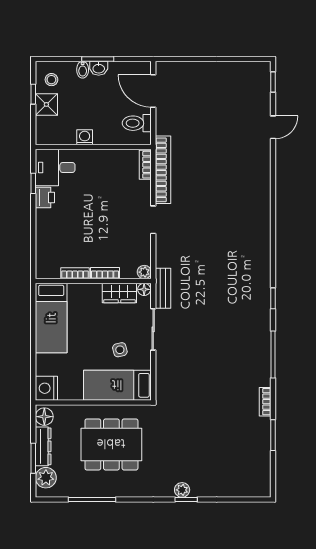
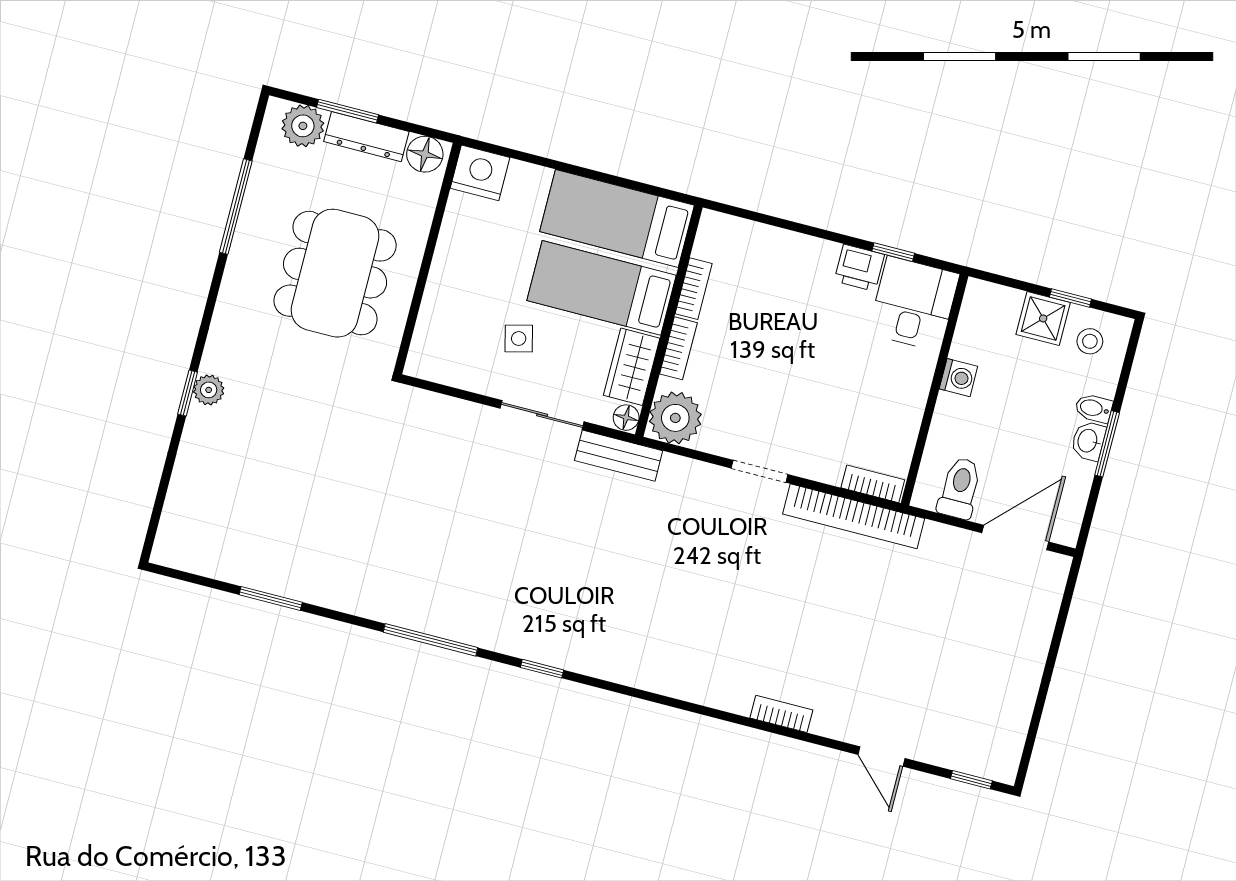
plant: (144, 272) -> (675, 418), width x1.88, depth x1.88
bed: (117, 385) -> (602, 288), moved, turned -90
bookcase: (265, 402) -> (781, 714), moved

